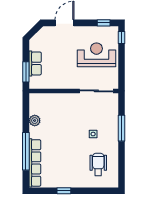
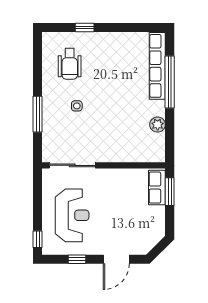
window: (104, 23) -> (77, 259), moved
reception desk: (96, 55) -> (72, 215), turned -90
row of seats: (35, 63) -> (157, 188), moved
window: (64, 191) -> (85, 27), moved

